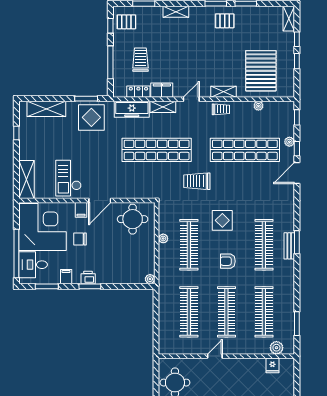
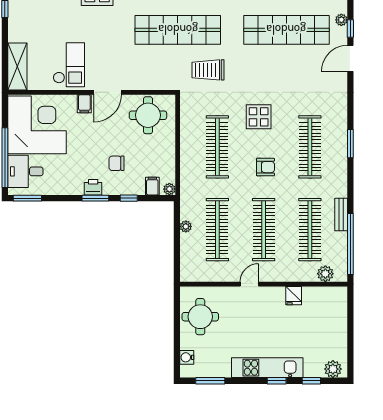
checkout: (68, 178) -> (69, 65), turned 180
trolley: (197, 181) -> (208, 70), moved
plant: (163, 238) -> (186, 226), moved
chair: (80, 239) -> (117, 163), moved
bench: (289, 246) -> (341, 215), moved
armchair: (228, 261) -> (265, 167), turned 180
filing cabinet: (66, 277) -> (152, 186), moved
window: (47, 286) -> (27, 198), moved
window: (117, 286) -> (129, 198), added
window: (297, 324) -> (350, 244), width x2.11
fridge: (272, 365) -> (294, 296), moved

